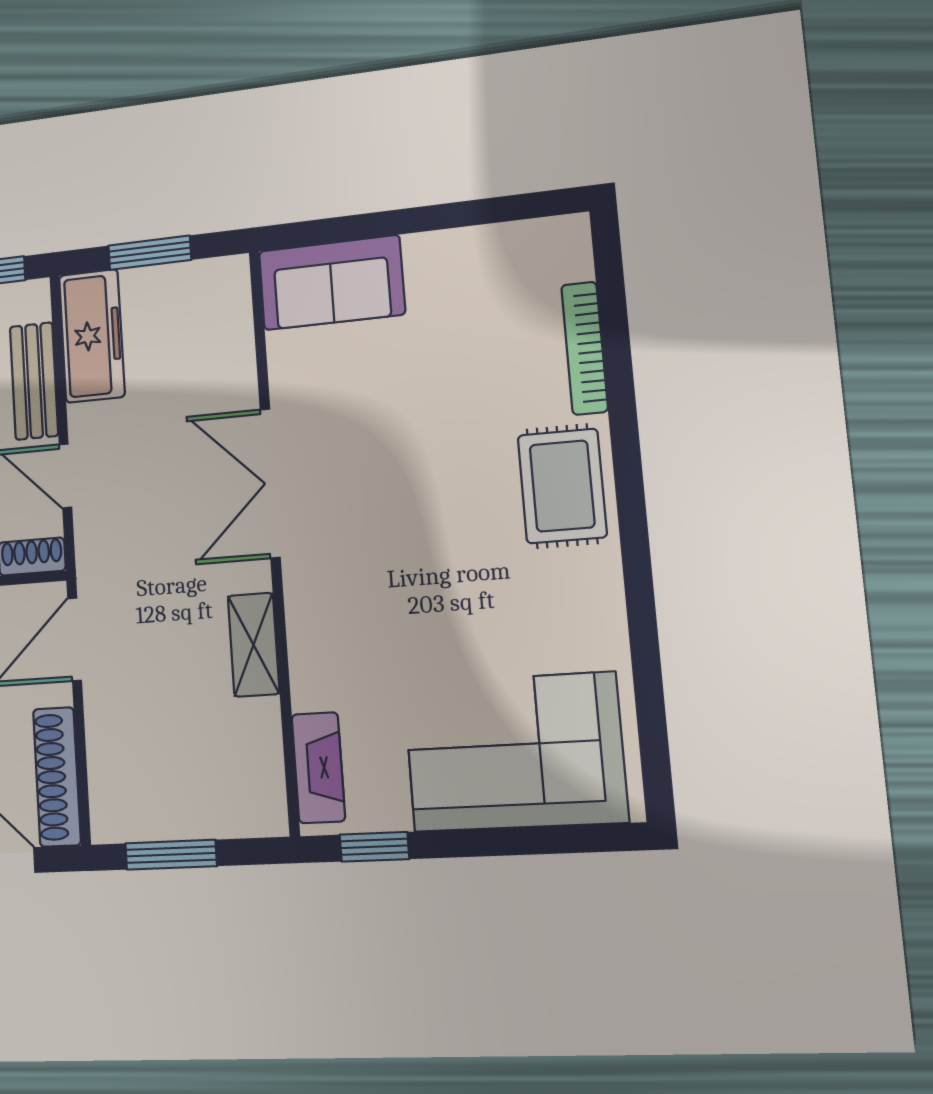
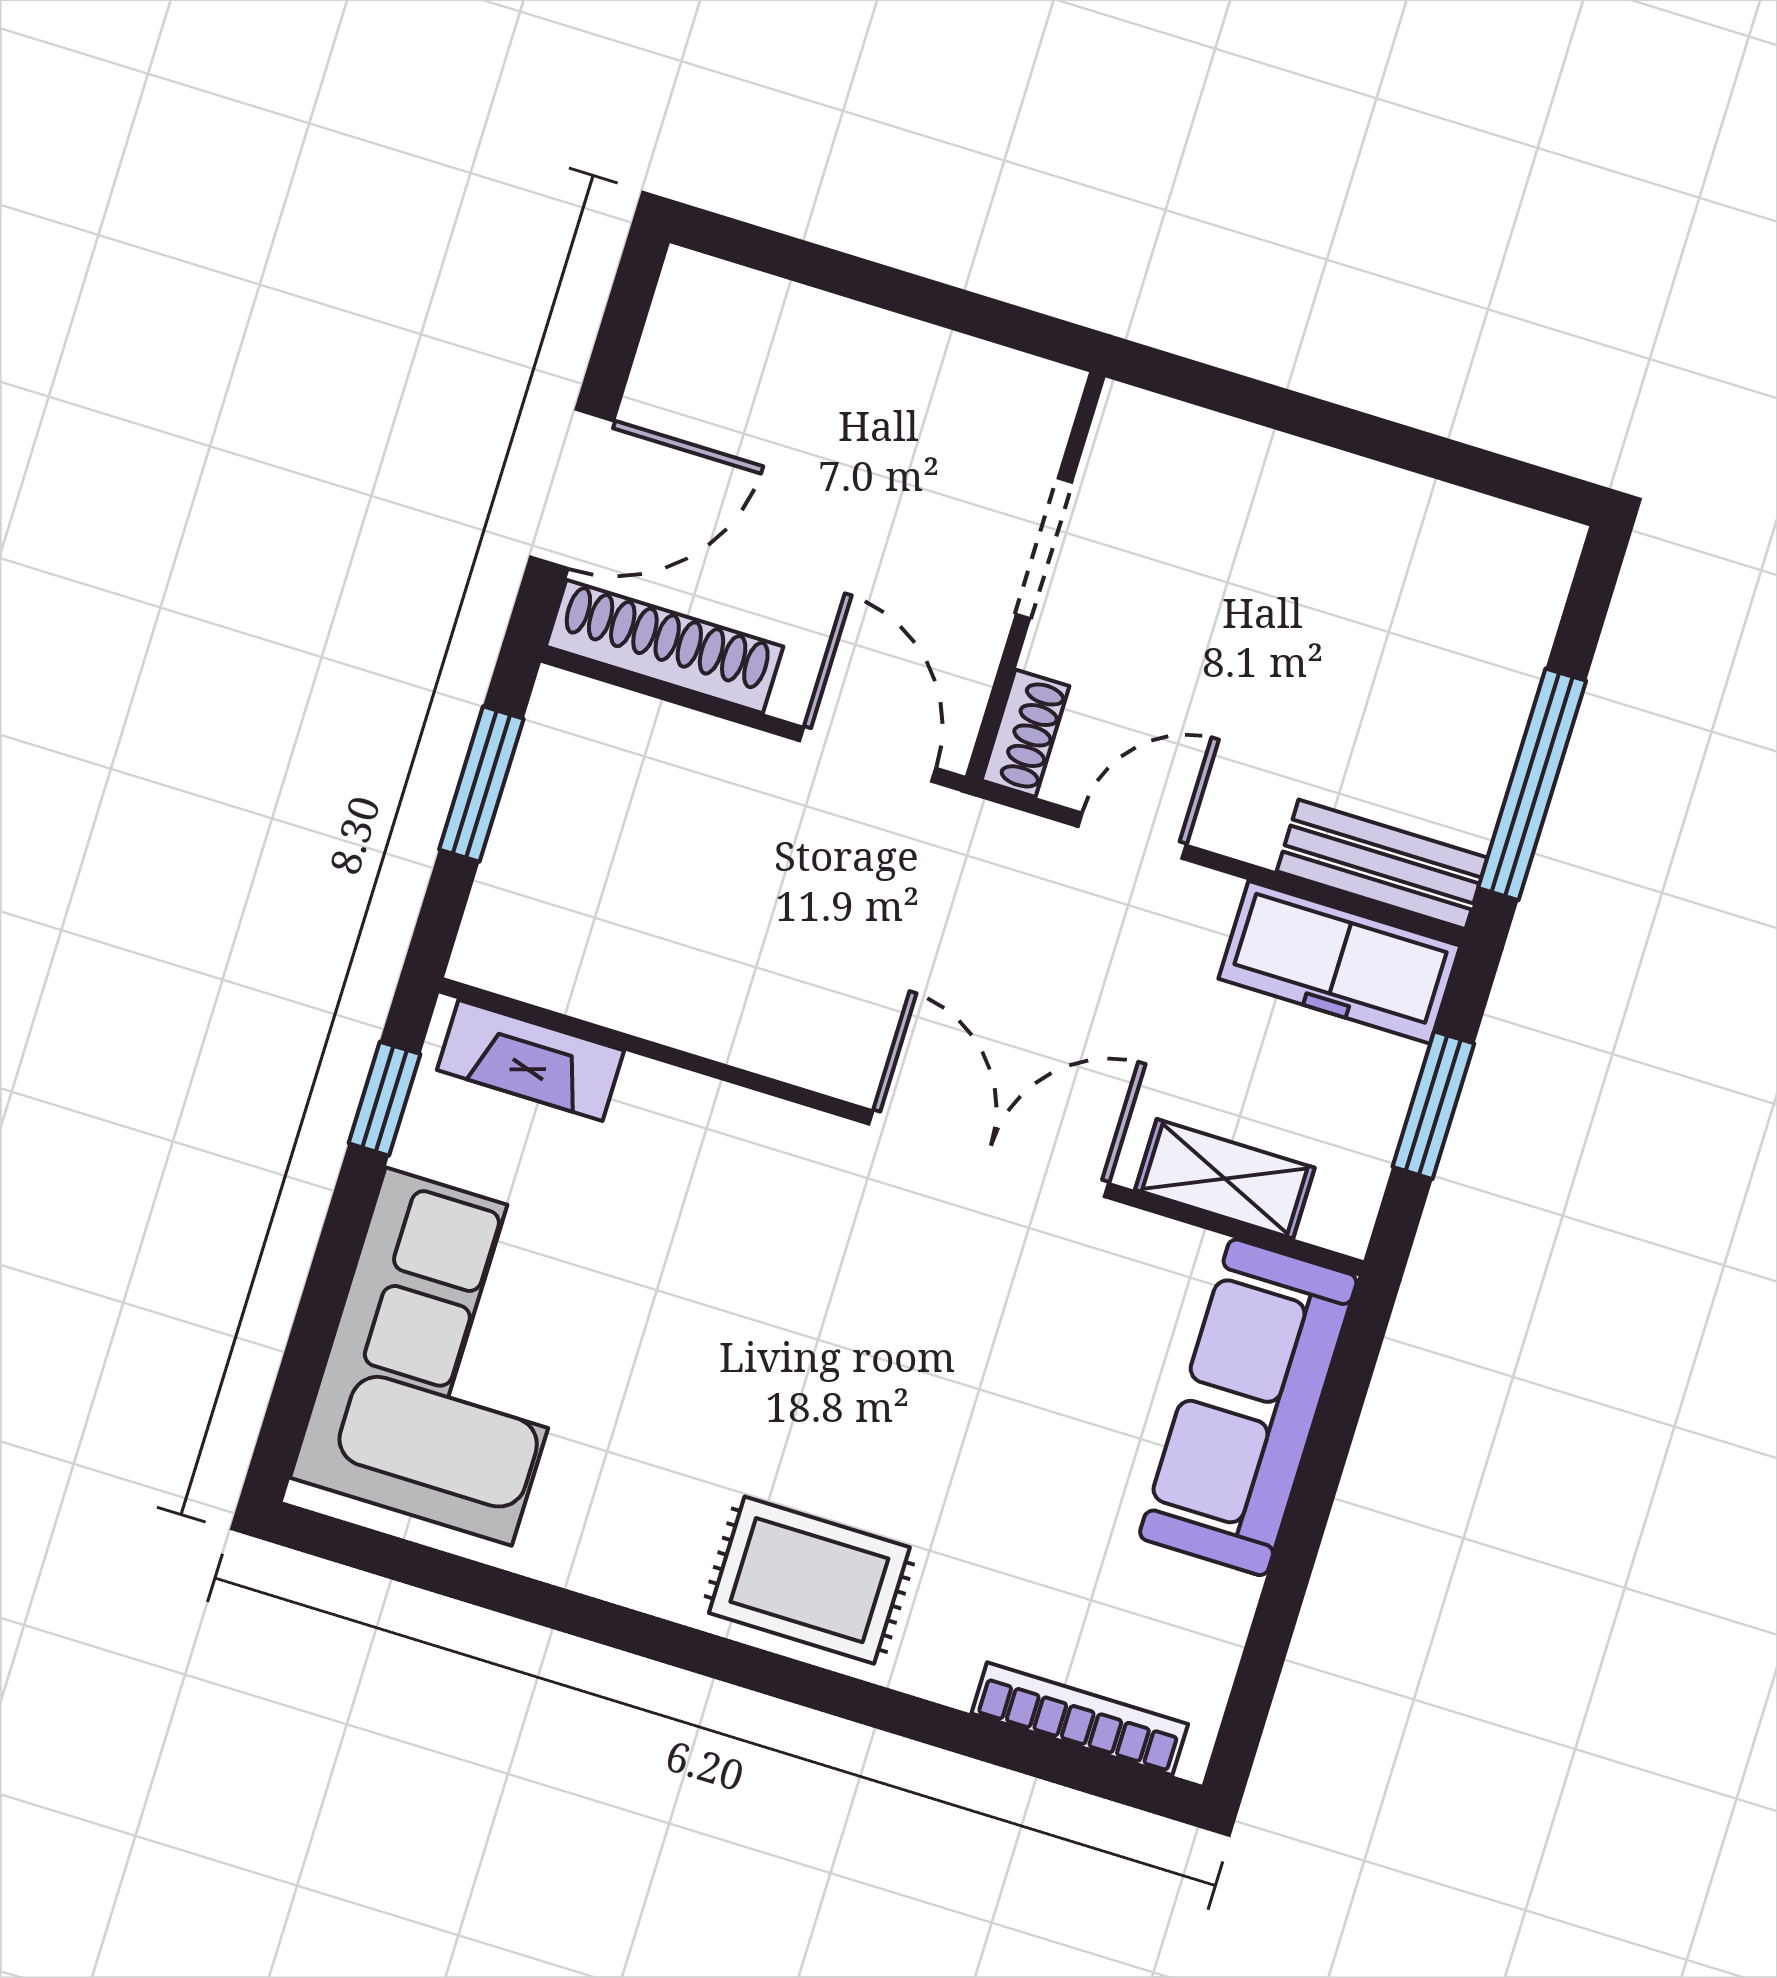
sofa: (332, 283) -> (1248, 1407), width x1.36
bookcase: (584, 348) -> (1080, 1719), moved
bench: (34, 381) -> (1382, 864), moved
shelving: (254, 645) -> (1225, 1179), moved

